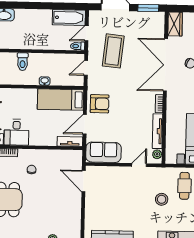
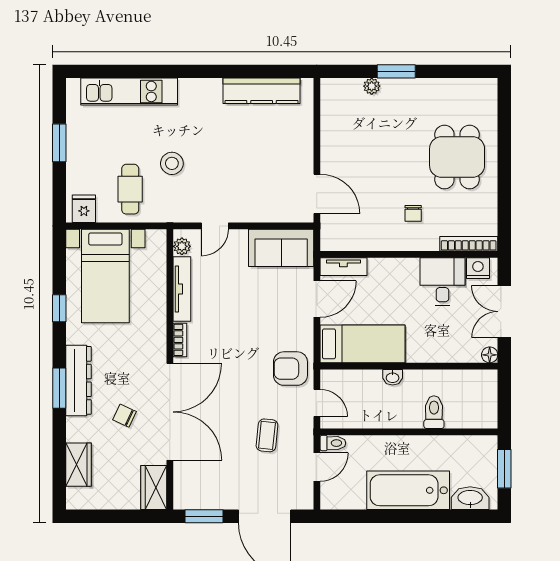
bathtub: (69, 18) -> (408, 490), moved, width x1.36, depth x1.36
coffee table: (113, 51) -> (267, 435), width x0.54, depth x0.58
door: (86, 68) -> (317, 403), hinge flipped
armchair: (100, 104) -> (290, 369), moved

